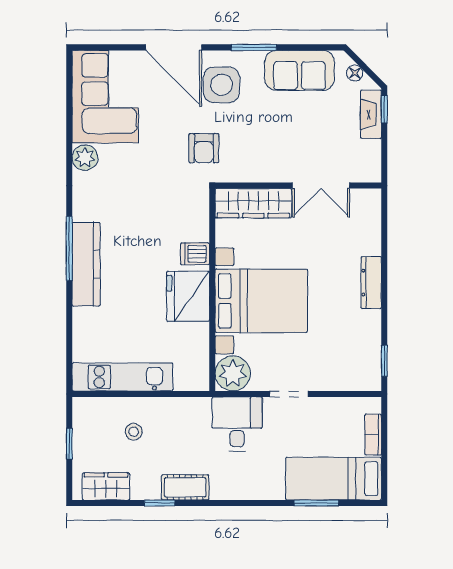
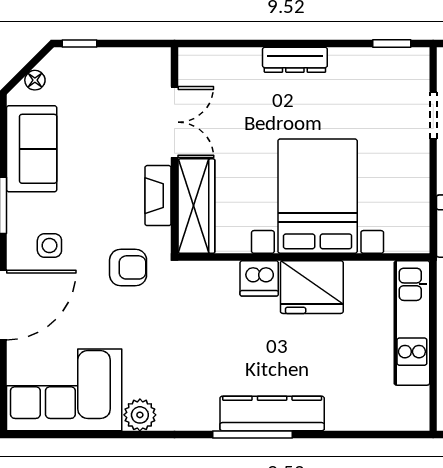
side table: (222, 85) -> (49, 245), width x0.54, depth x0.54
fireplace: (371, 114) -> (158, 196), moved, turned 90
dishwasher: (195, 254) -> (259, 278), width x1.38
plant: (233, 373) -> (408, 232), removed
kitchen unit: (122, 377) -> (412, 323), moved
doorway: (289, 394) -> (433, 115), moved

